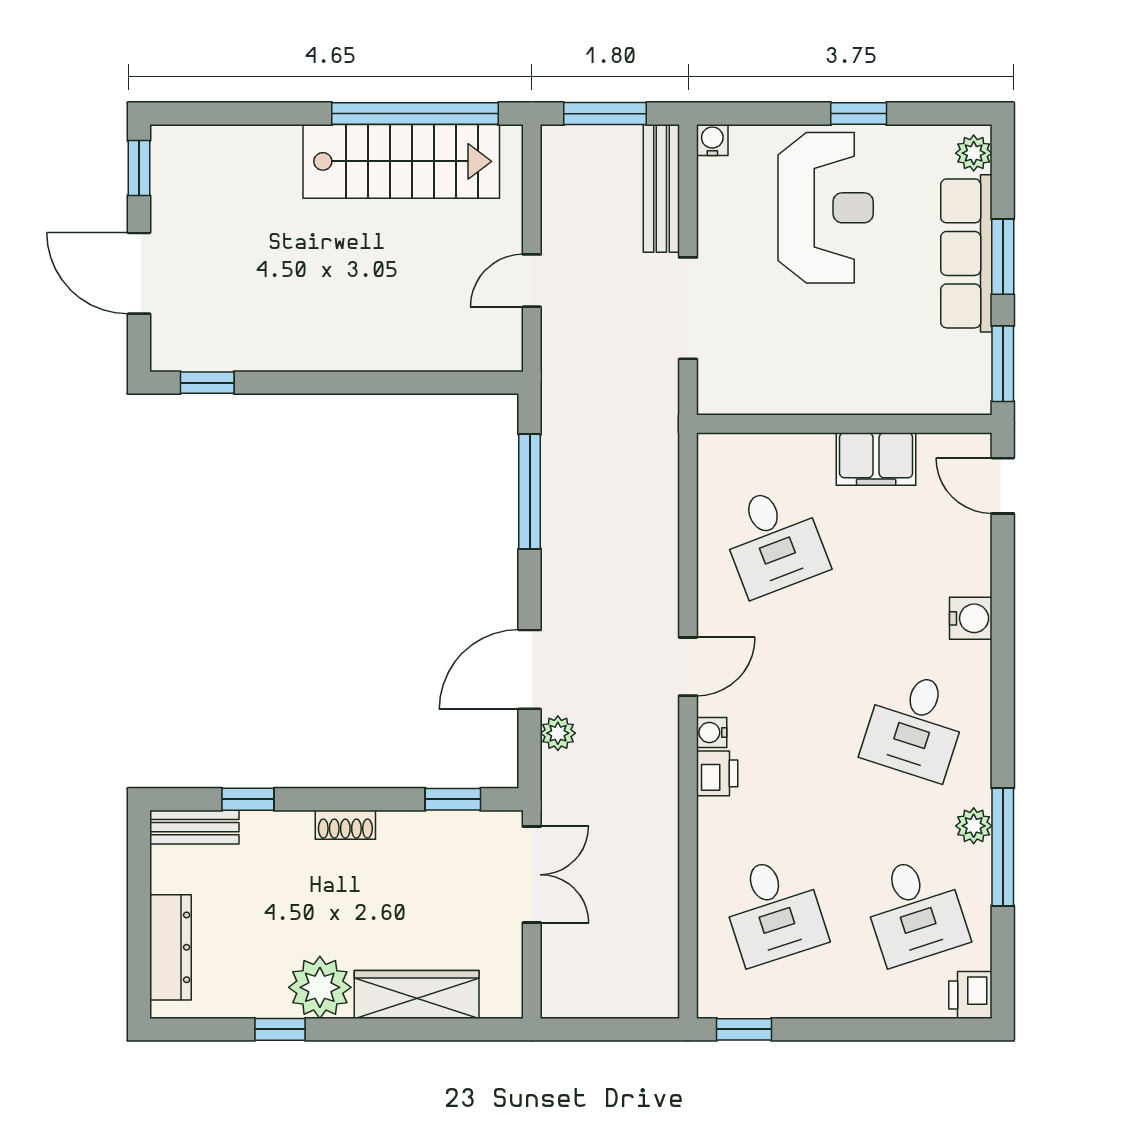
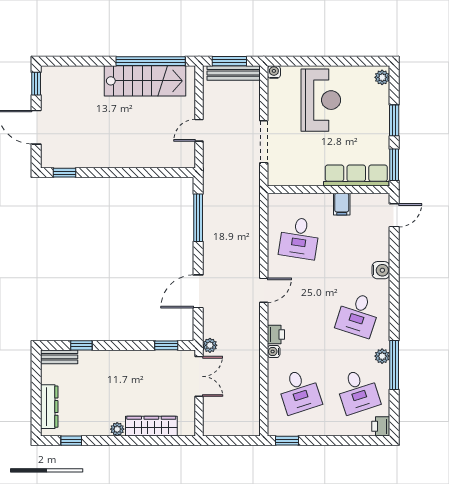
window: (859, 114) -> (335, 61), removed
bench: (661, 188) -> (234, 73), moved, turned 90
row of seats: (966, 253) -> (356, 175), moved, turned 90
filing cabinet: (876, 459) -> (342, 204), width x0.50
door: (1003, 486) -> (394, 215), swing flipped
desk: (774, 541) -> (299, 238), turned 30
water cooler: (712, 732) -> (274, 351), moved
plant: (558, 733) -> (210, 345), moved
shoe rack: (345, 825) -> (122, 356), removed
plant: (320, 987) -> (117, 429), width x0.53, depth x0.53
window: (280, 1029) -> (71, 441), moved

